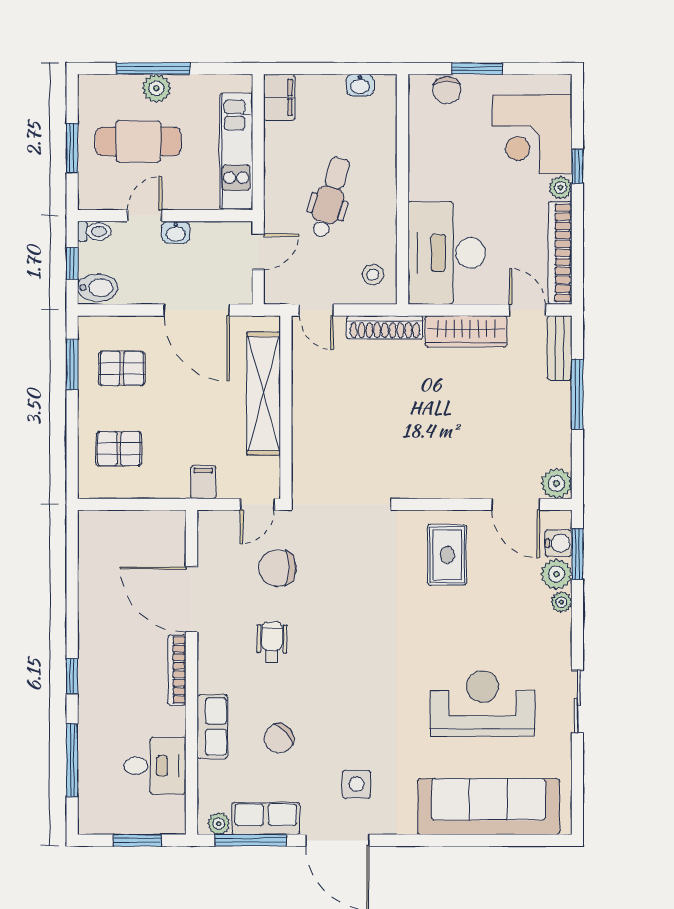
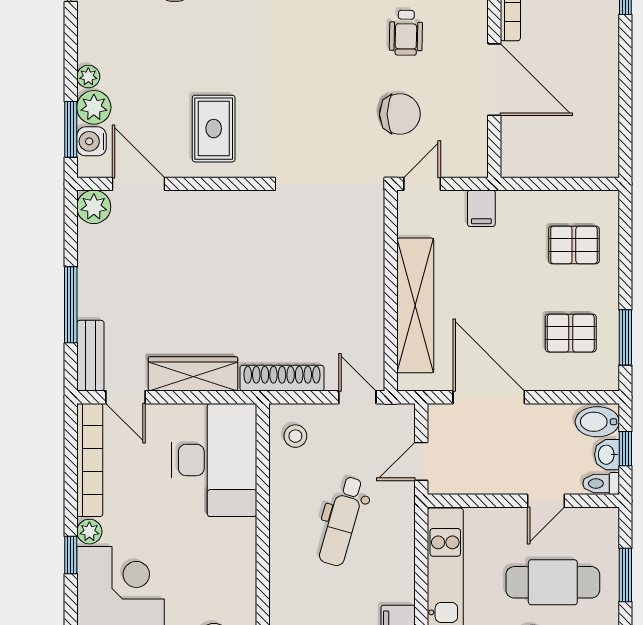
washbasin: (176, 232) -> (607, 455), moved, turned -90

